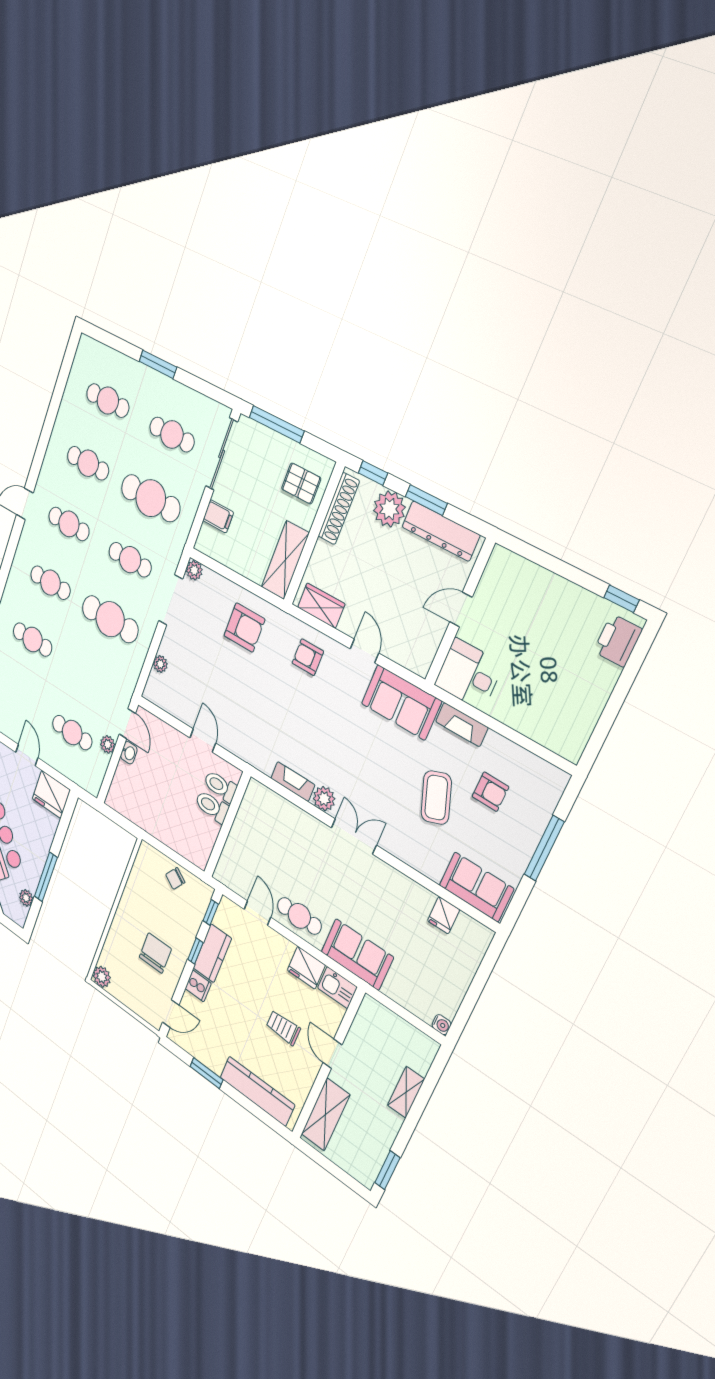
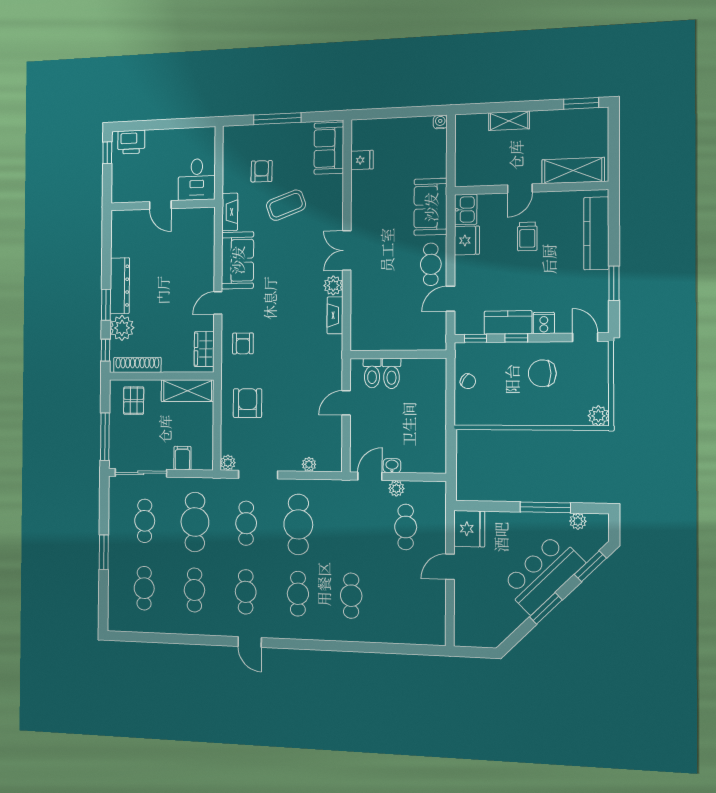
door: (461, 610) -> (160, 205), moved
wall: (460, 613) -> (163, 205), moved
desk: (469, 674) -> (197, 179), moved

